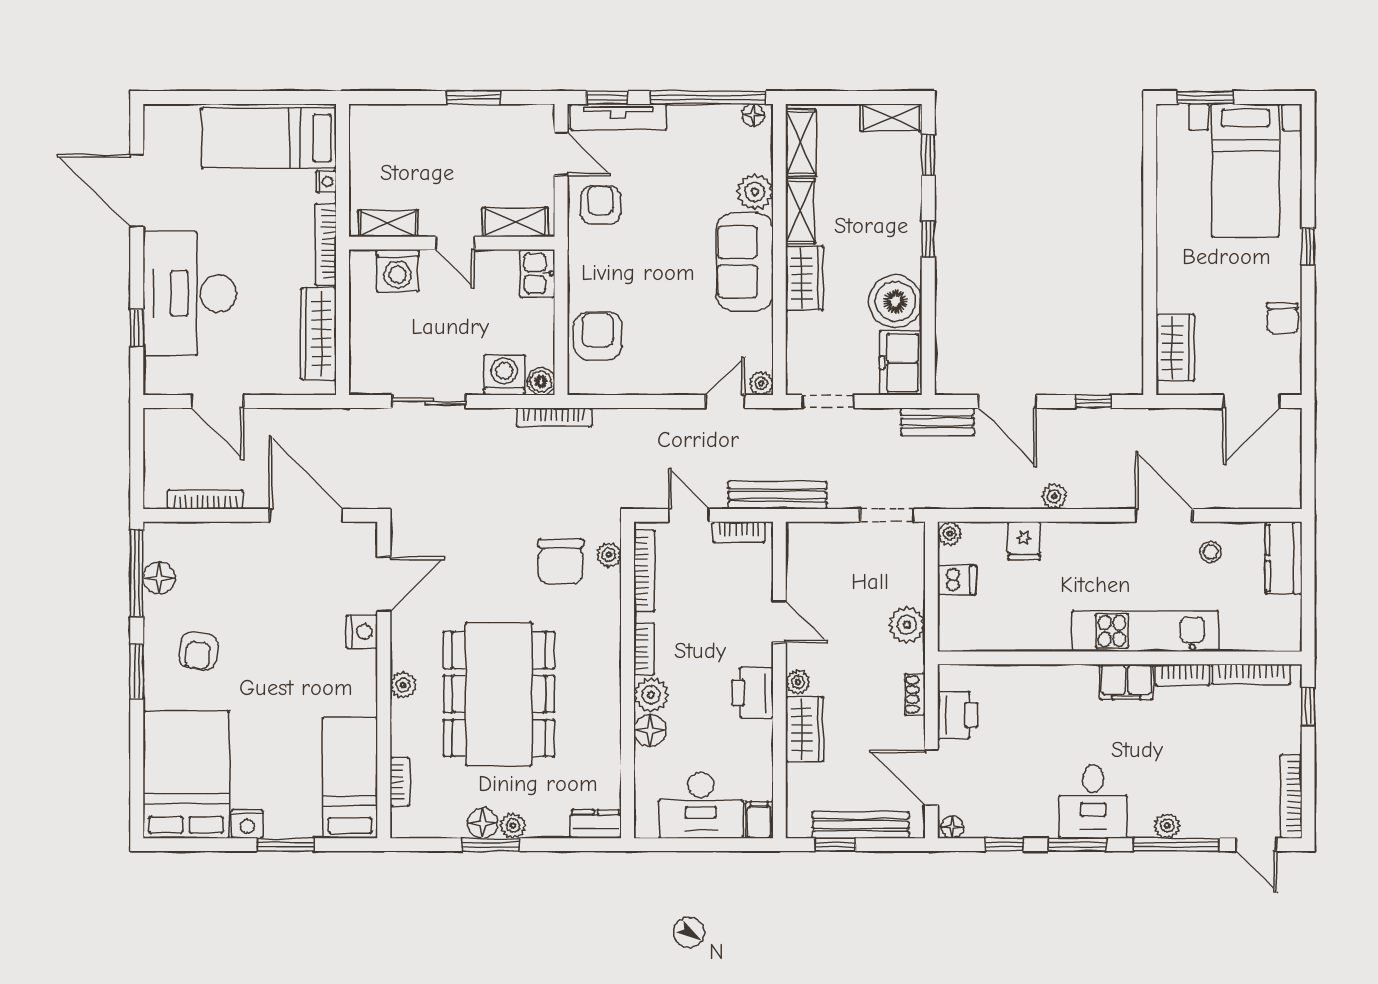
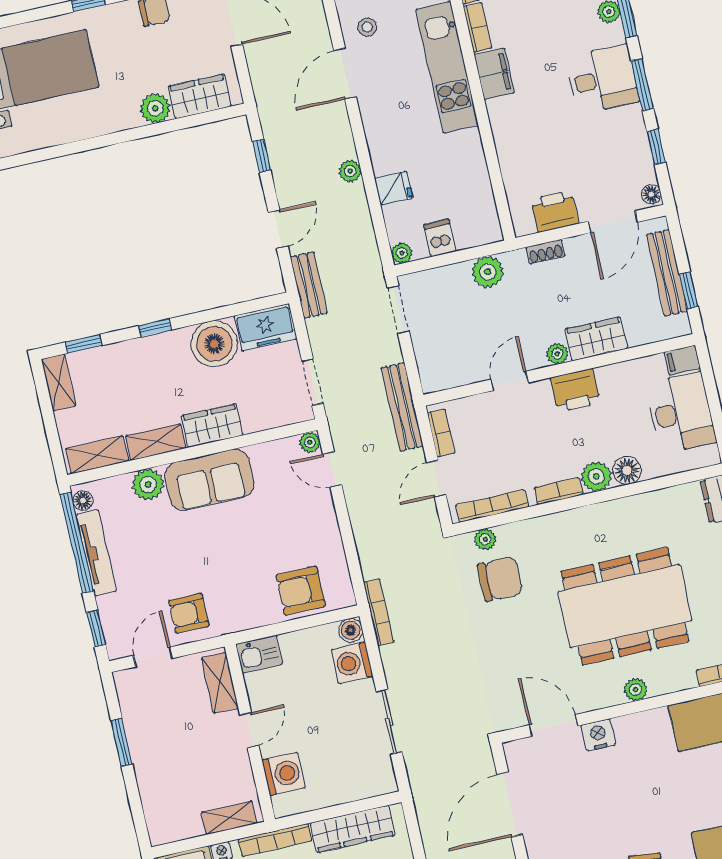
tv unit: (618, 117) -> (96, 553), moved
shelving: (388, 223) -> (229, 818), moved, turned 90
plant: (1173, 295) -> (155, 108), added
door: (1007, 401) -> (278, 229), width x0.73

